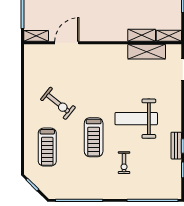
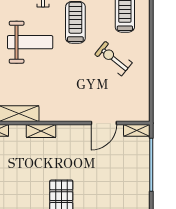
shelving: (142, 35) -> (41, 131), moved

